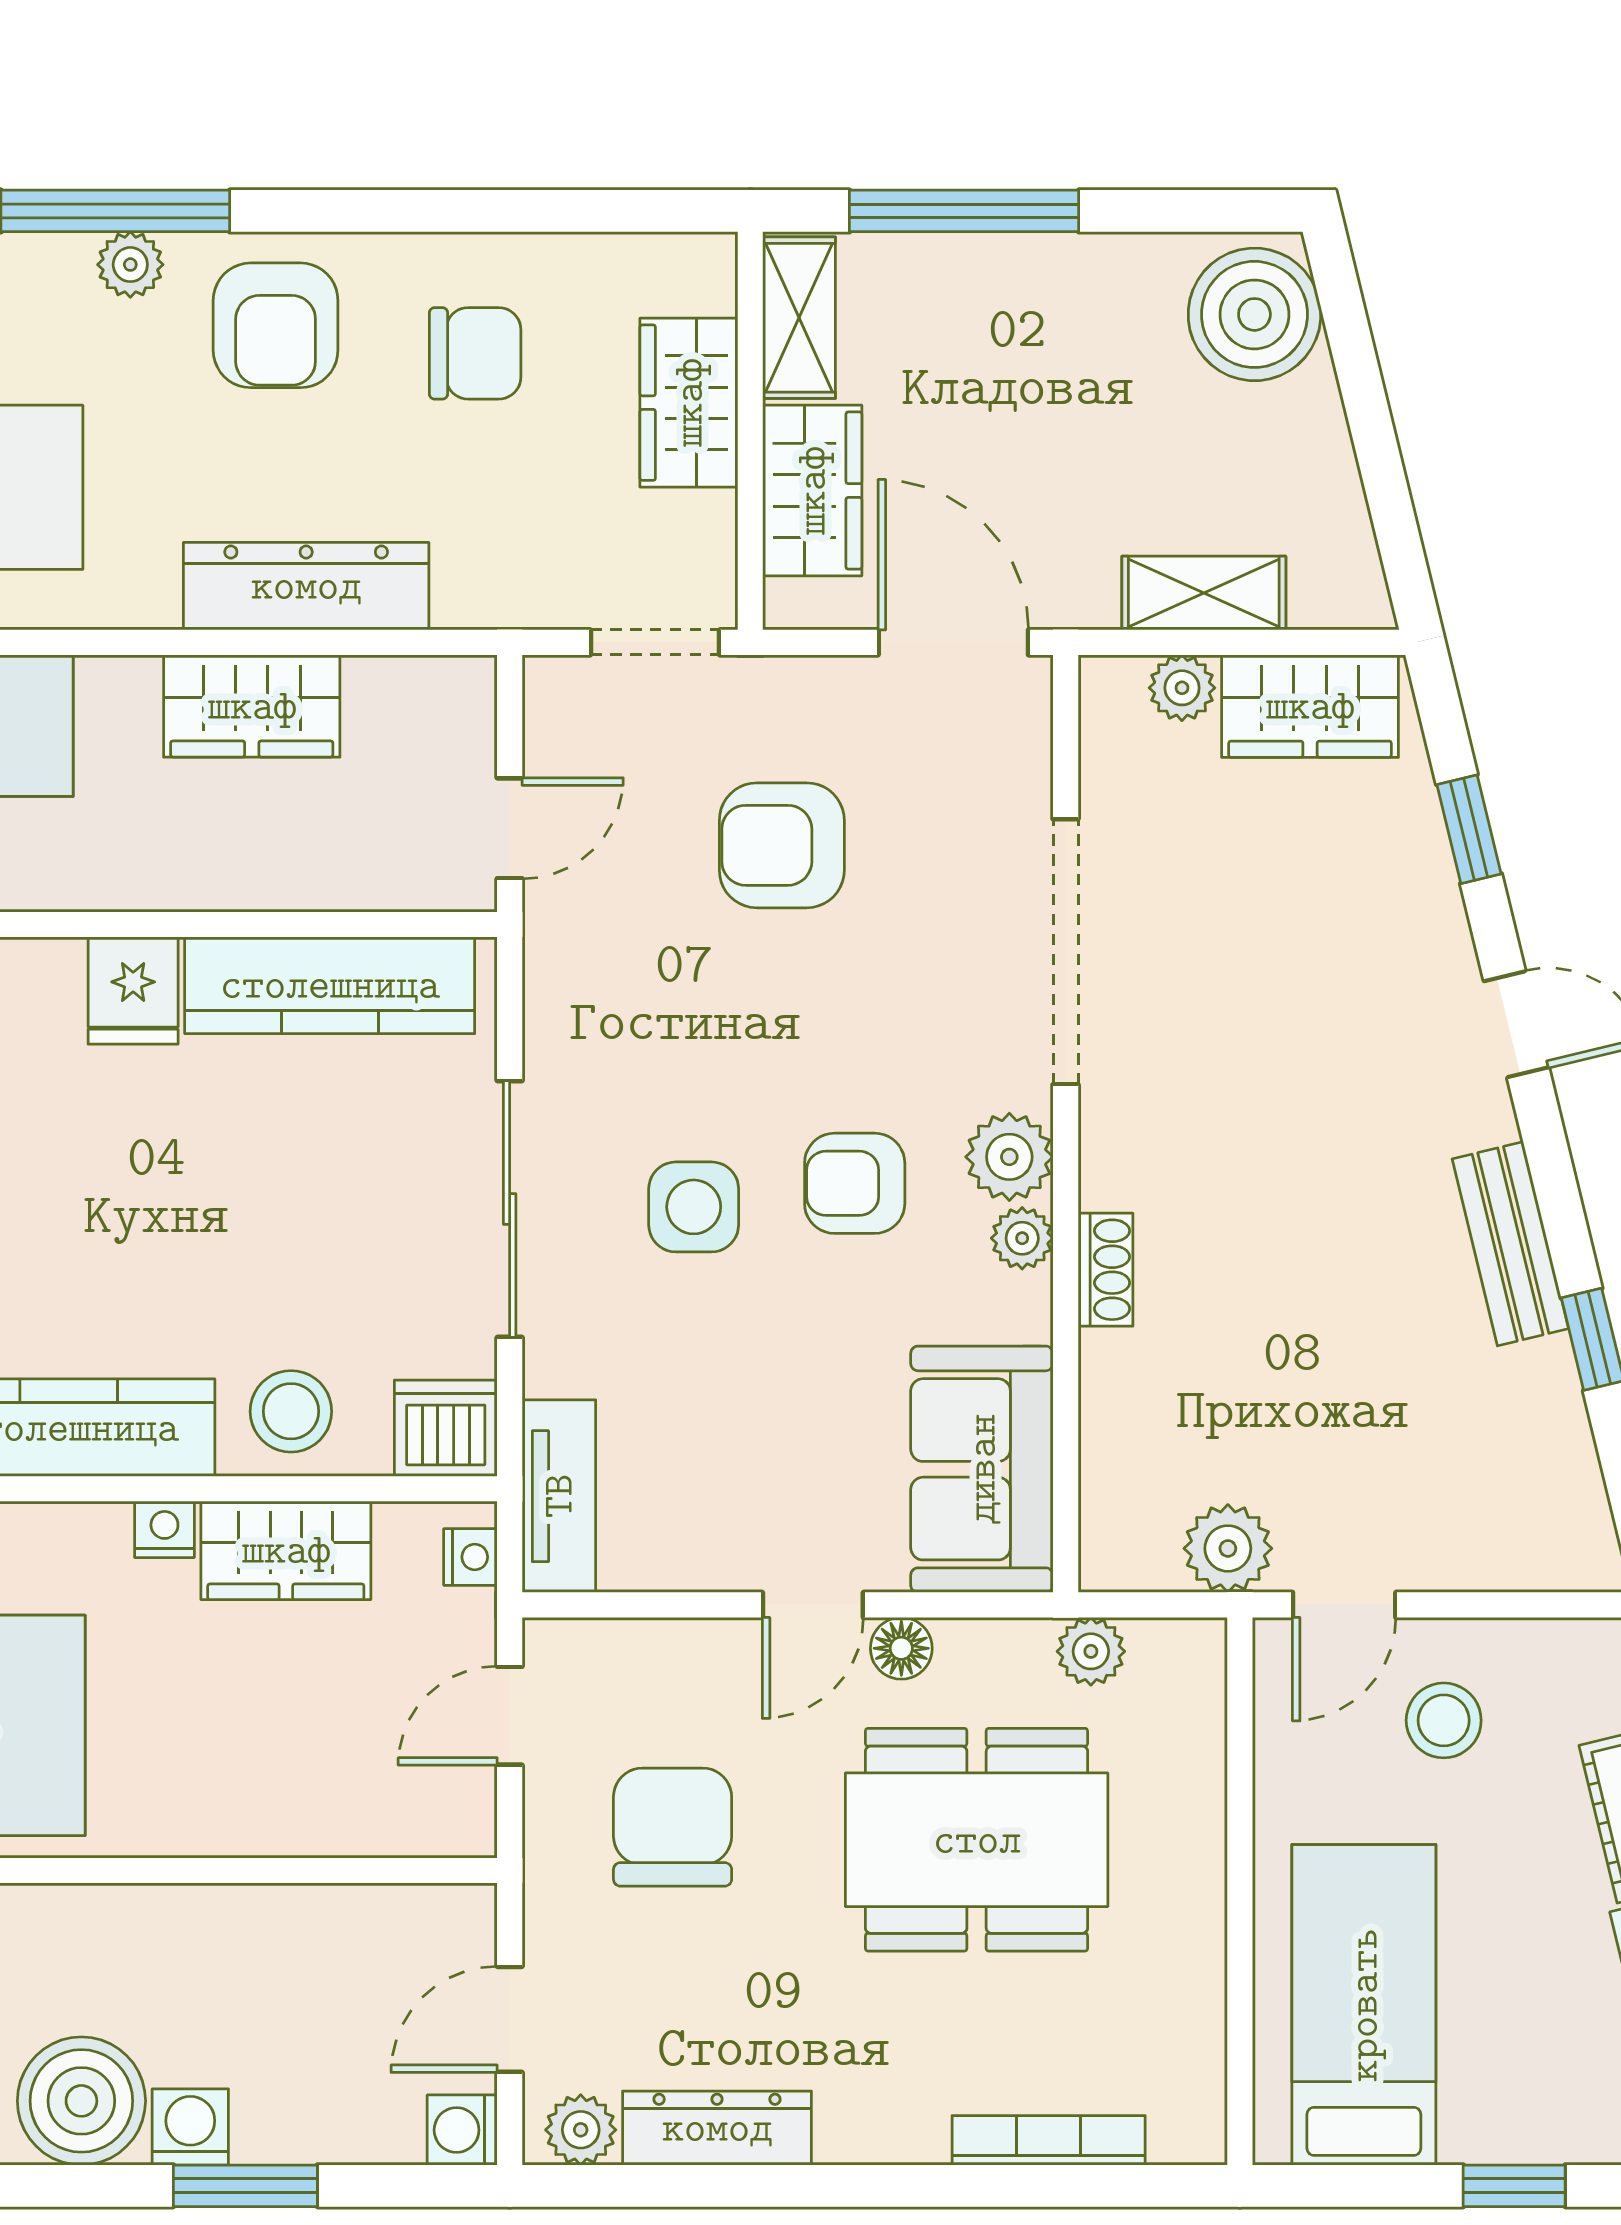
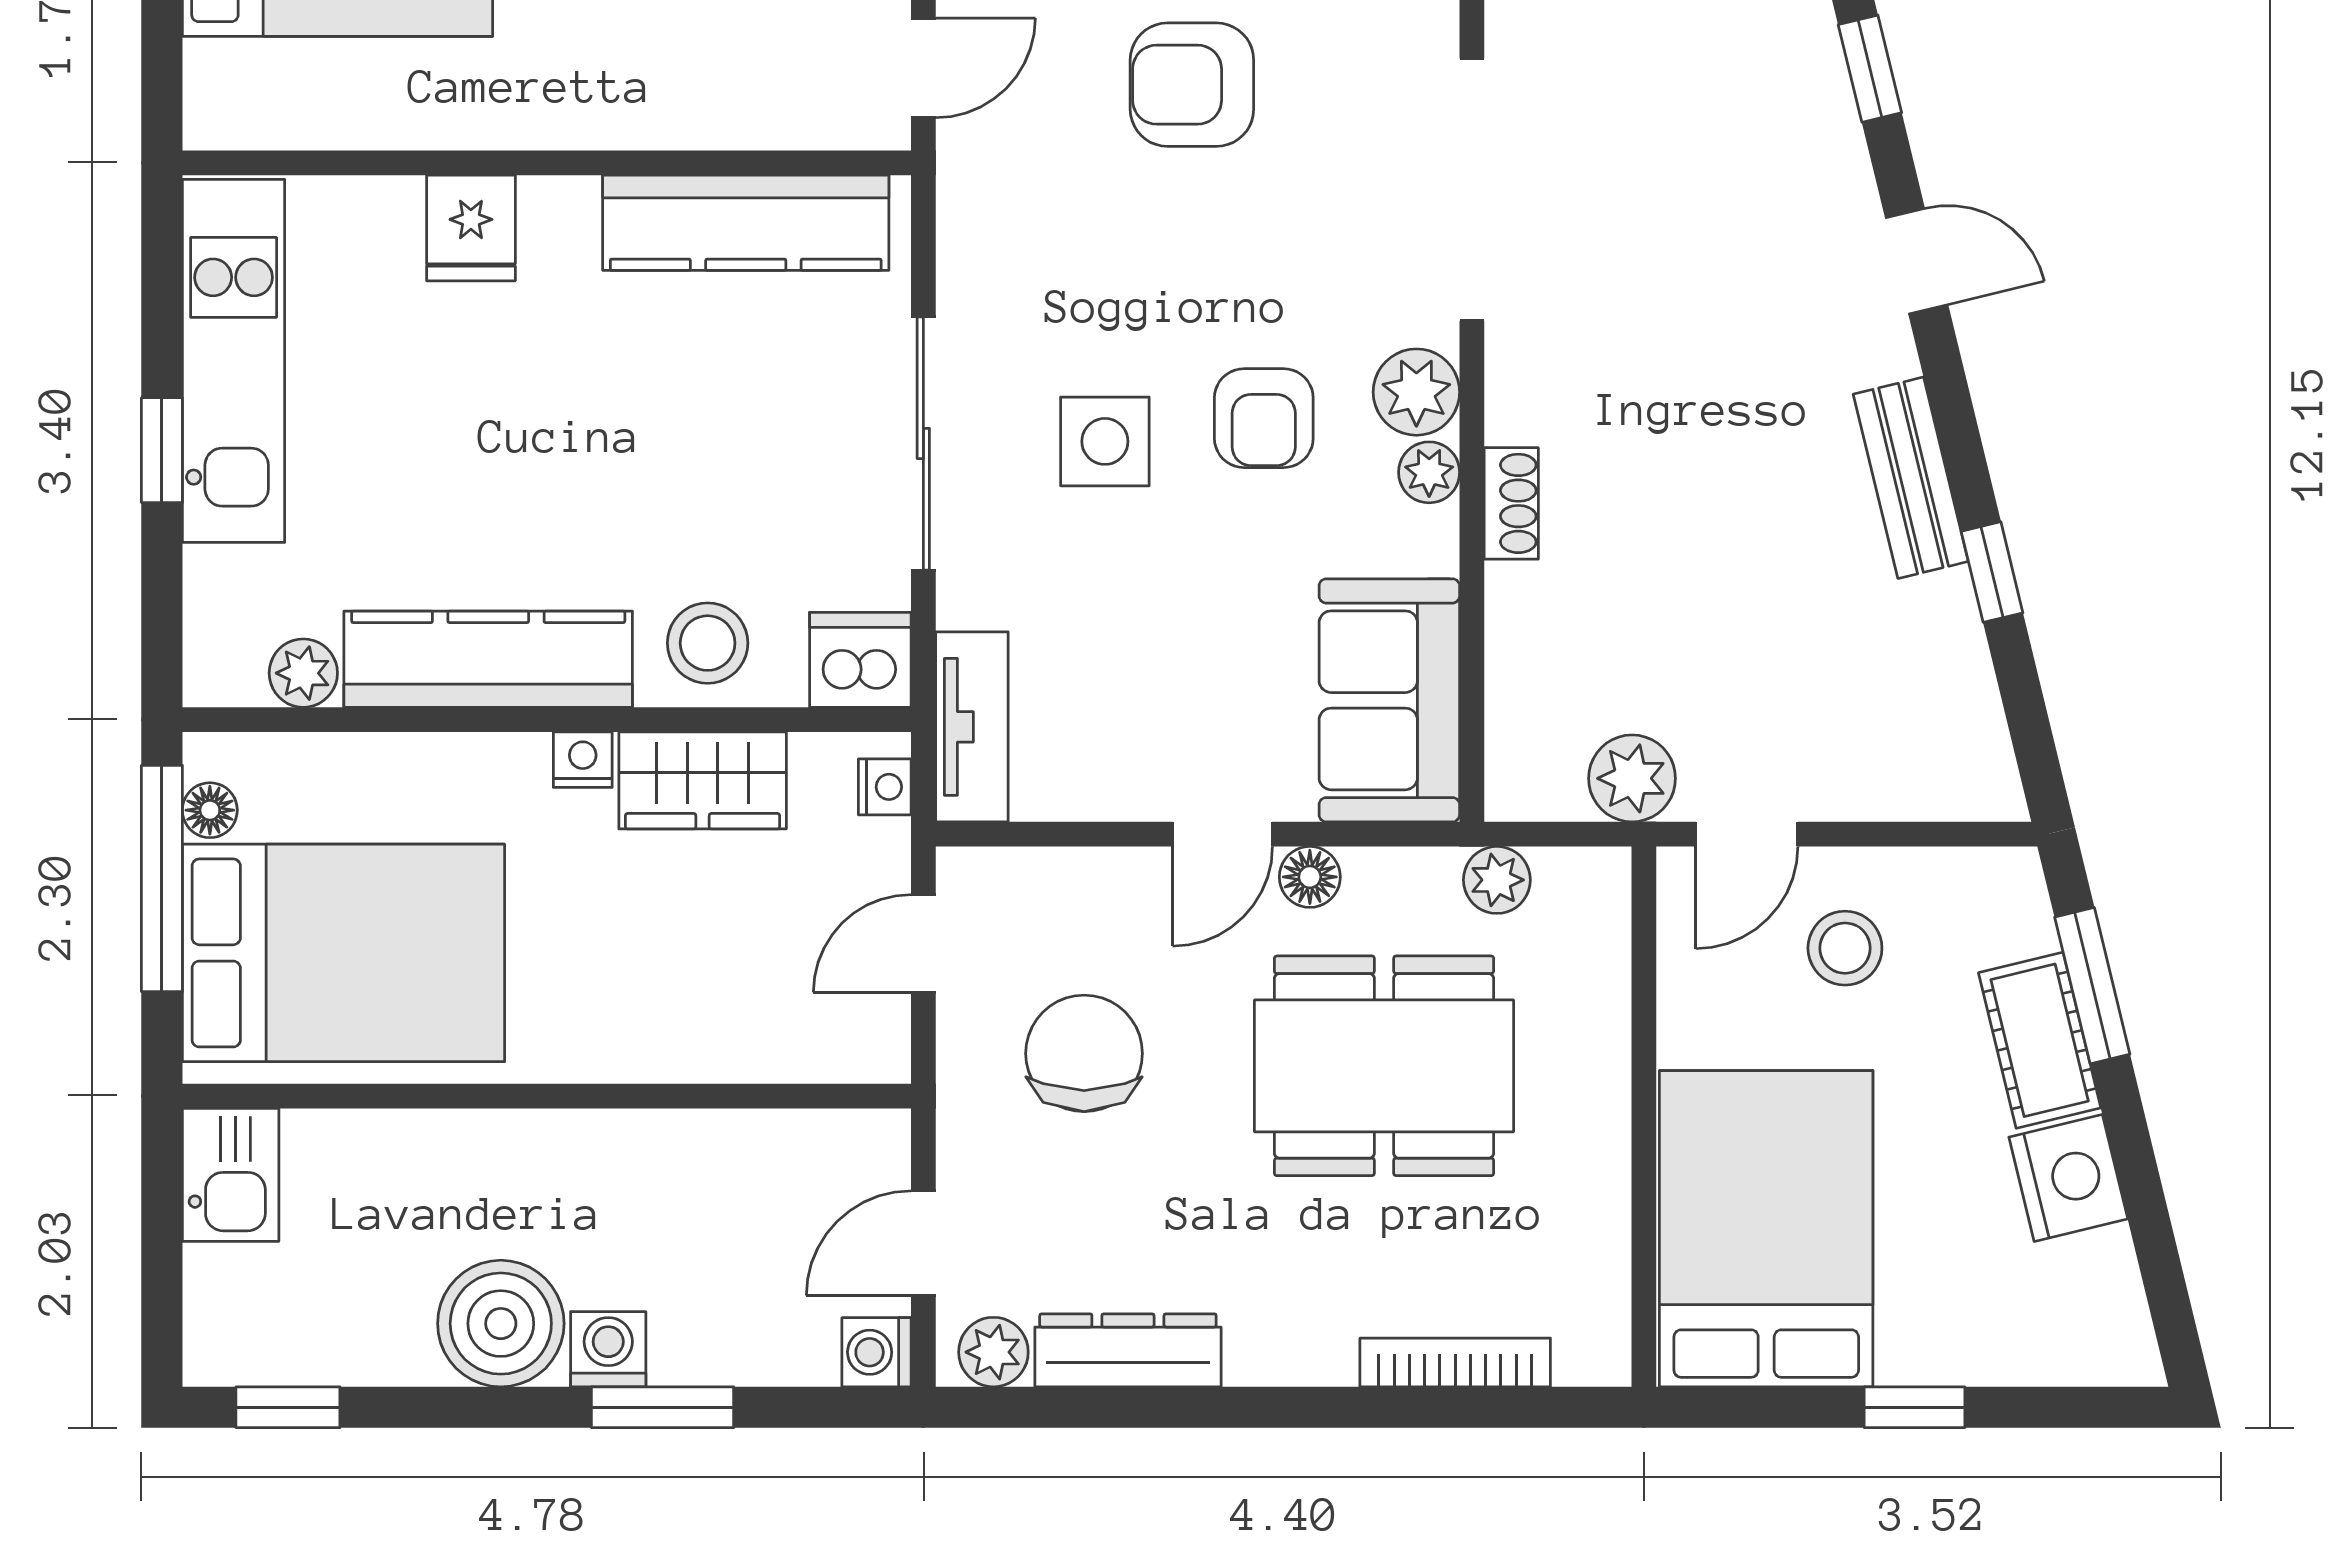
fridge: (133, 991) -> (471, 228), moved
armchair: (855, 1183) -> (1264, 418), turned -90
bed: (1364, 2005) -> (1766, 1229), width x1.50

